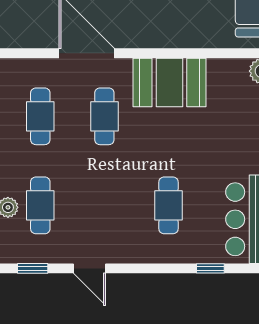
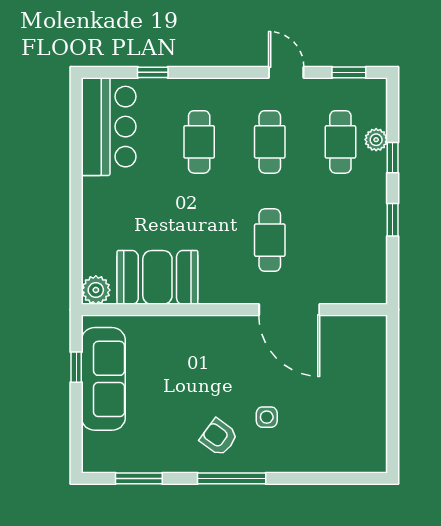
booth: (169, 83) -> (157, 277), moved
cafe table: (40, 116) -> (270, 142), moved

